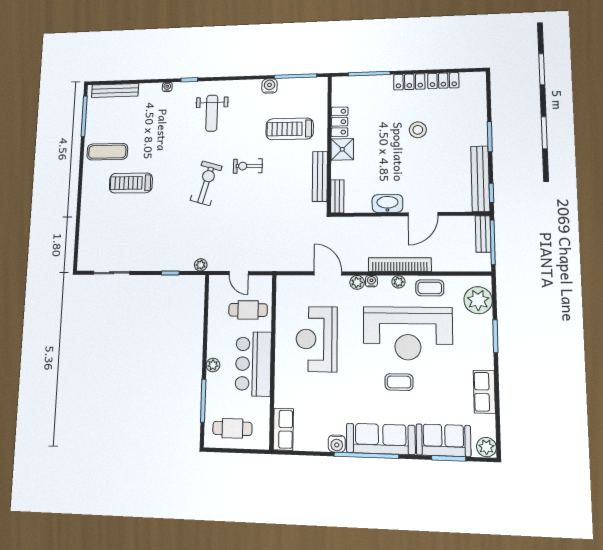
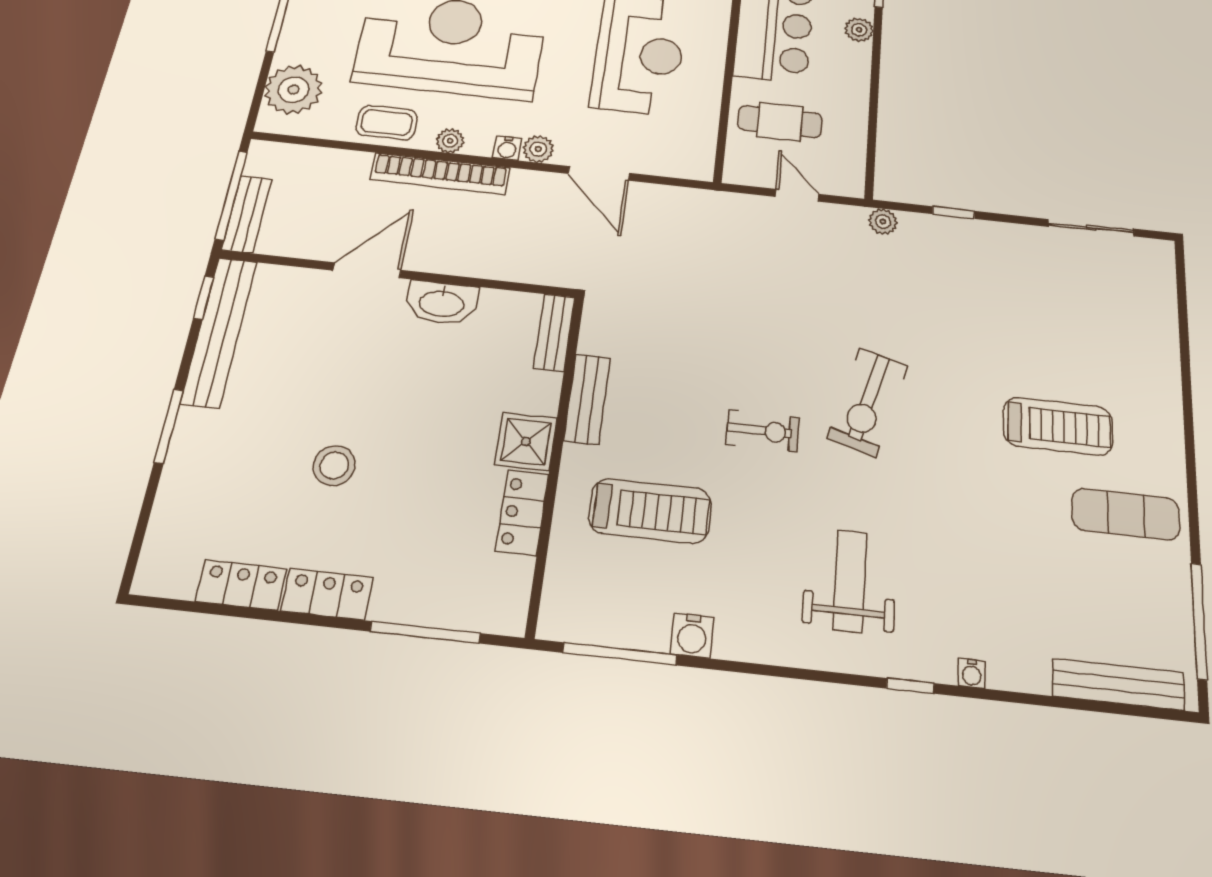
bench: (320, 176) -> (587, 399), width x0.73

